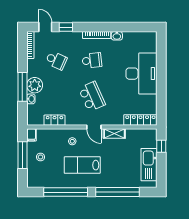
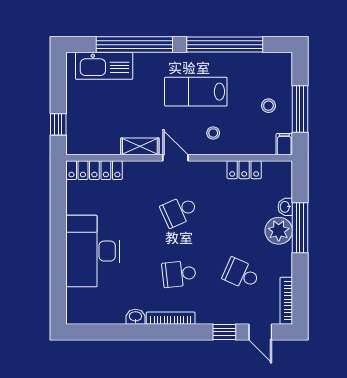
school desk: (92, 96) -> (179, 211), width x0.54
lab bench: (82, 165) -> (196, 92), turned 180
kitchen sink: (149, 165) -> (104, 66), moved, turned 90

